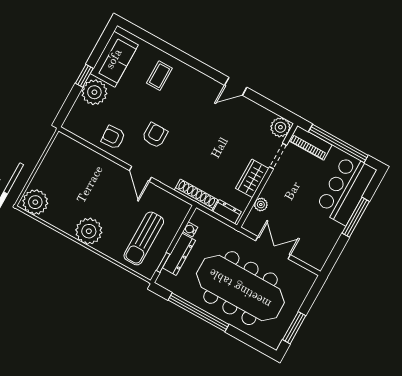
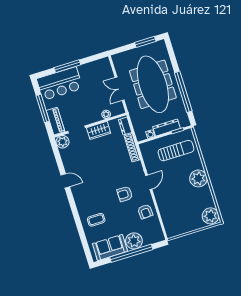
window: (84, 76) -> (131, 253), width x3.17
window: (338, 143) -> (43, 108), width x0.68

